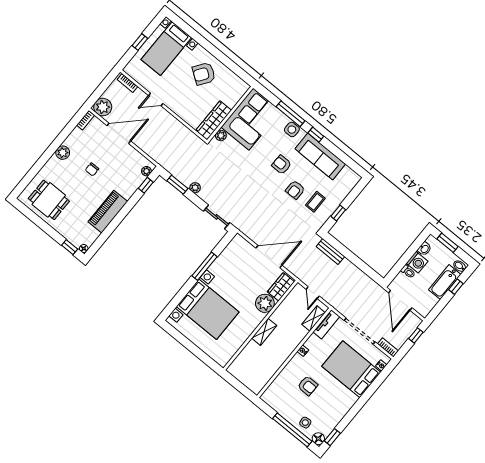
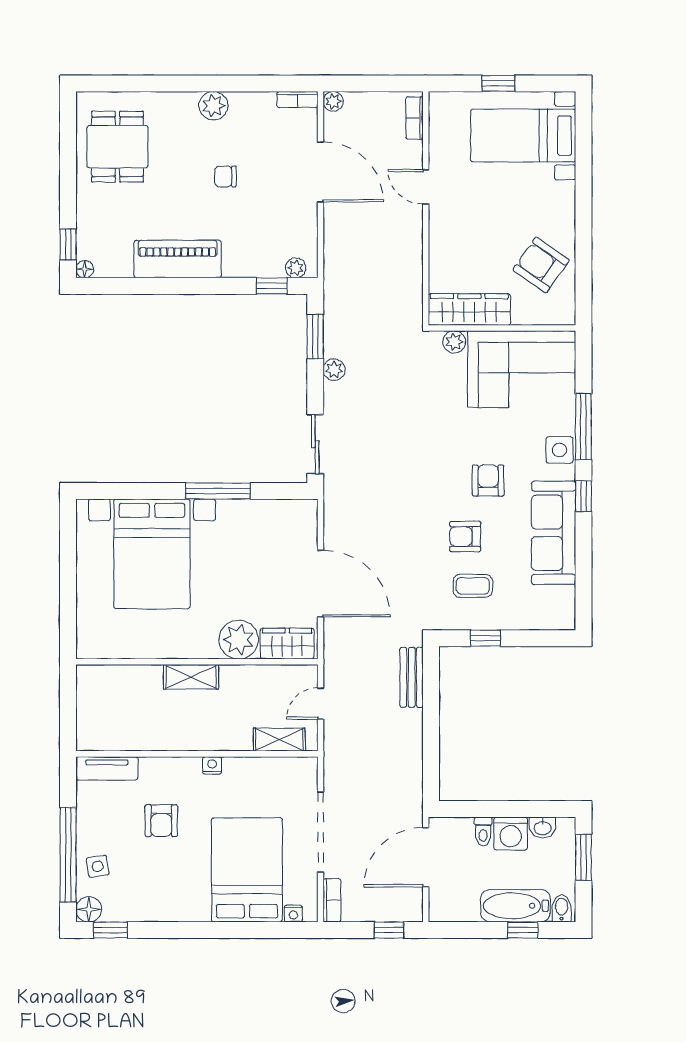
armchair: (204, 74) -> (541, 265), moved
plant: (103, 107) -> (333, 101), width x0.53, depth x0.53
tv unit: (326, 324) -> (107, 768), moved

